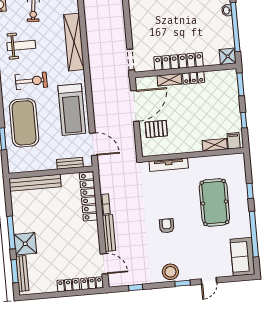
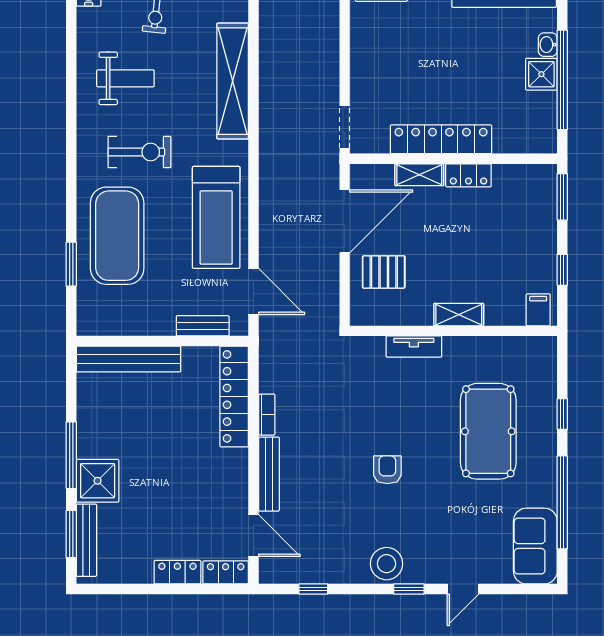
shower: (228, 56) -> (541, 74), moved
shelving: (215, 145) -> (459, 315), moved
tv unit: (169, 165) -> (414, 347), width x0.71

